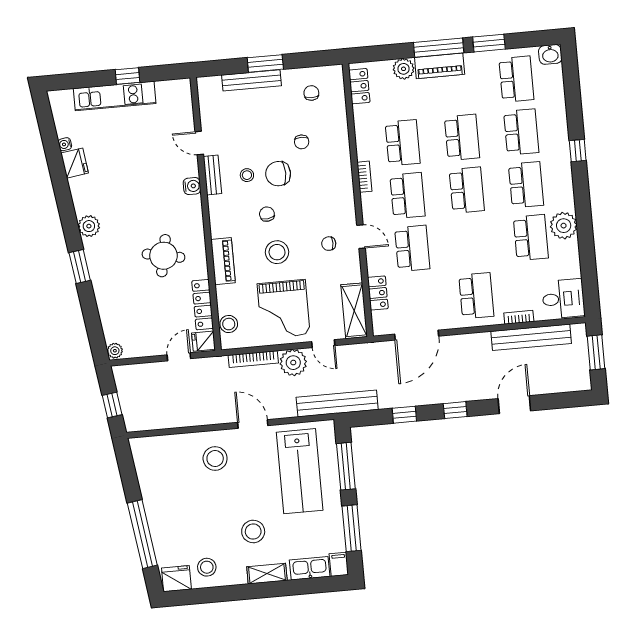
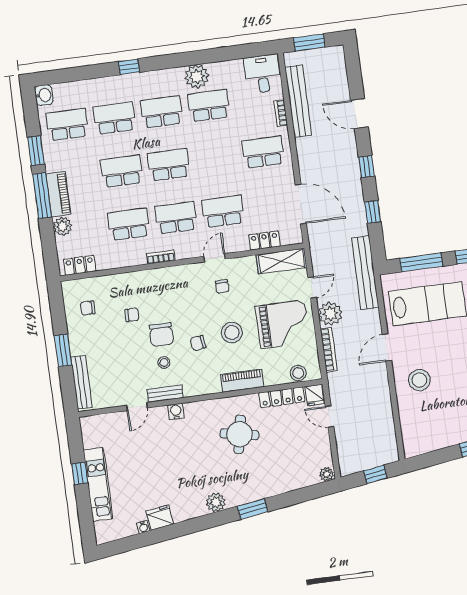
bench: (251, 80) -> (81, 382), moved

